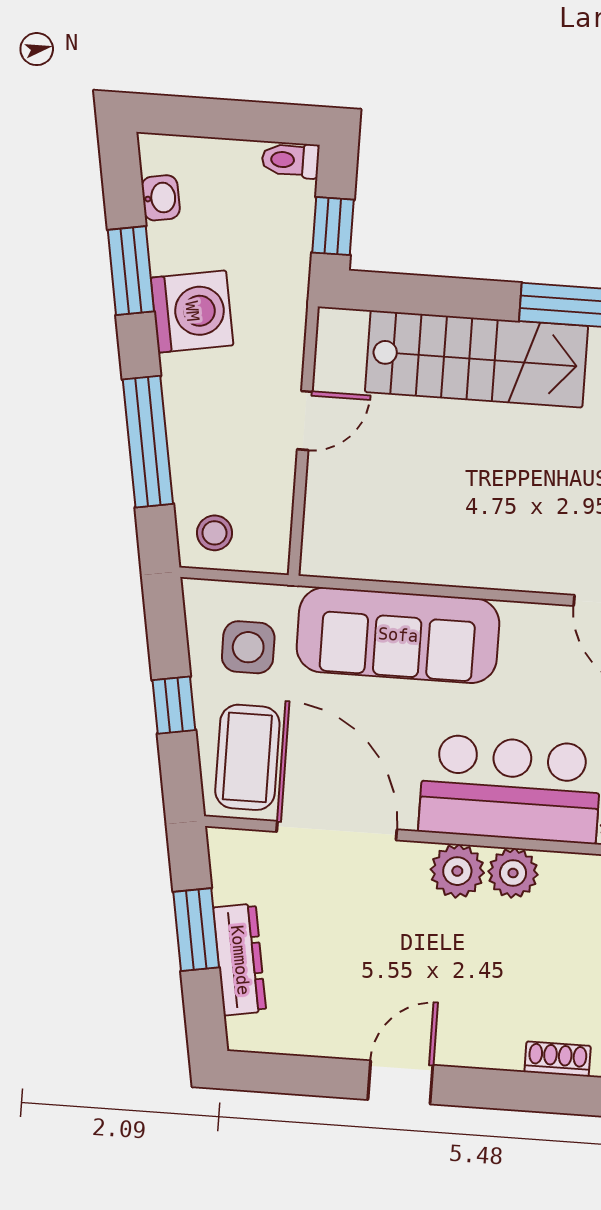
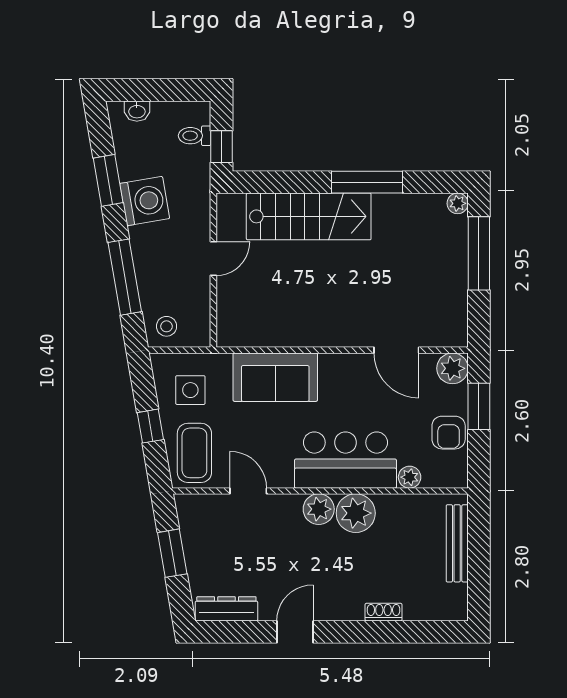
toilet: (290, 160) -> (195, 136), moved
washbasin: (161, 198) -> (137, 111), moved, turned 100
sofa: (398, 635) -> (275, 377), width x0.73
door: (337, 831) -> (248, 491), width x0.53
plant: (513, 873) -> (356, 513), width x1.36, depth x1.36
dresser: (240, 960) -> (226, 609), moved, turned -80

